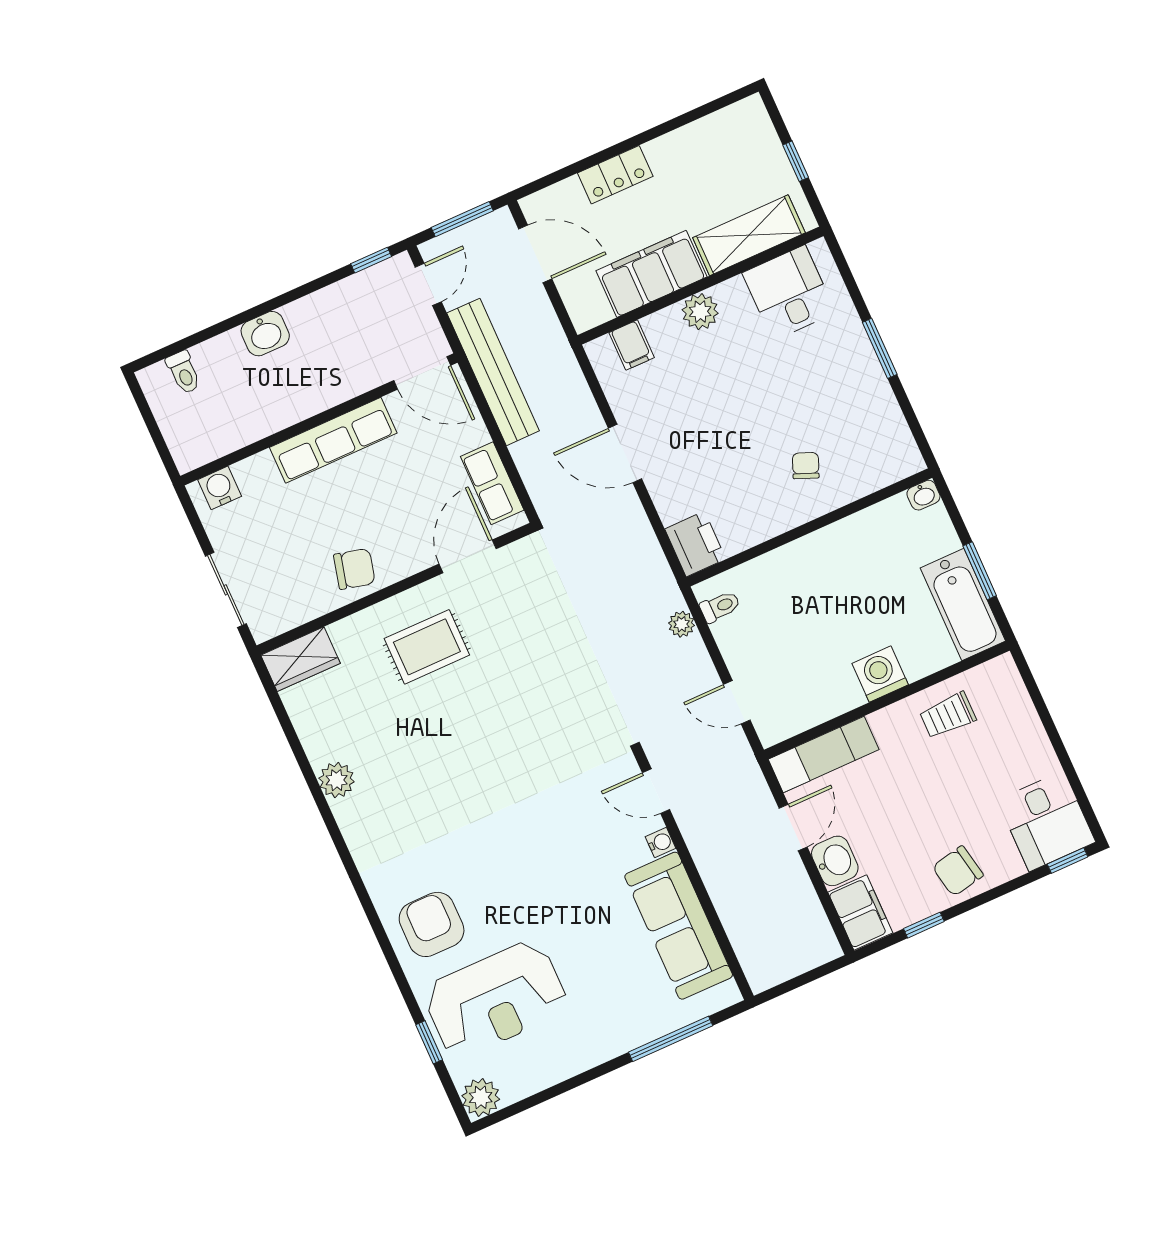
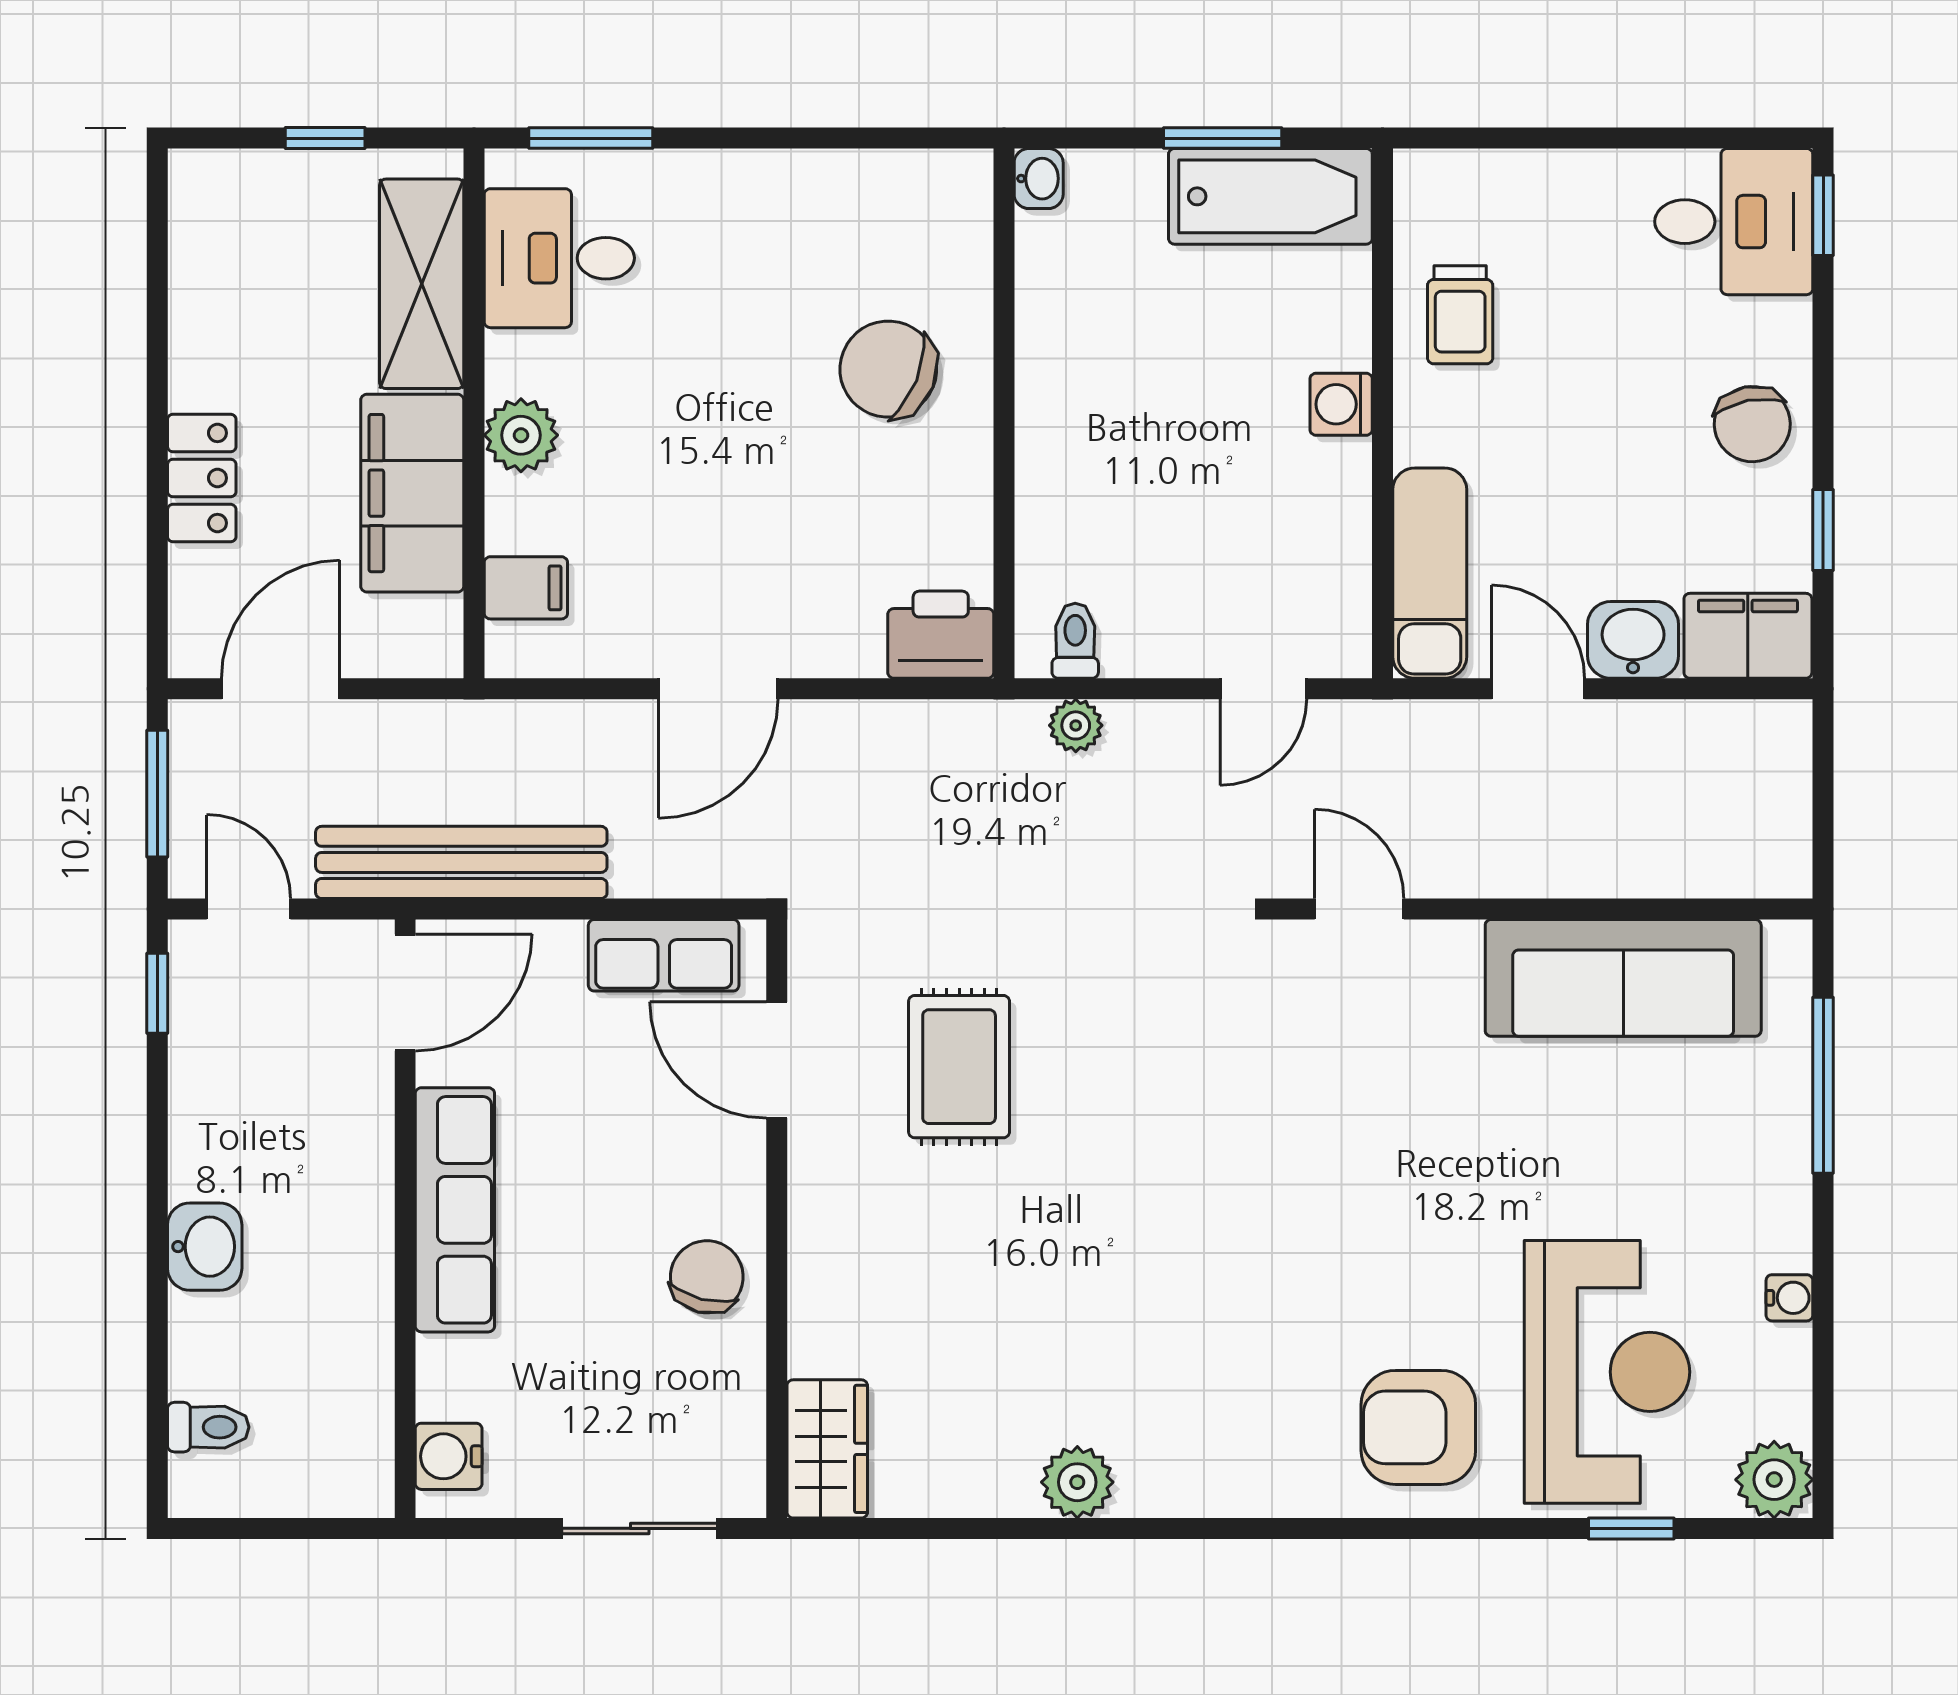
window: (880, 348) -> (591, 138), moved
chair: (806, 466) -> (888, 369), width x1.87, depth x1.87
rug: (427, 647) -> (959, 1067), moved
washing machine: (880, 674) -> (1341, 404), width x0.73, depth x0.73
door: (656, 791) -> (1359, 909), swing flipped
water cooler: (661, 842) -> (1789, 1298), moved, turned 90

